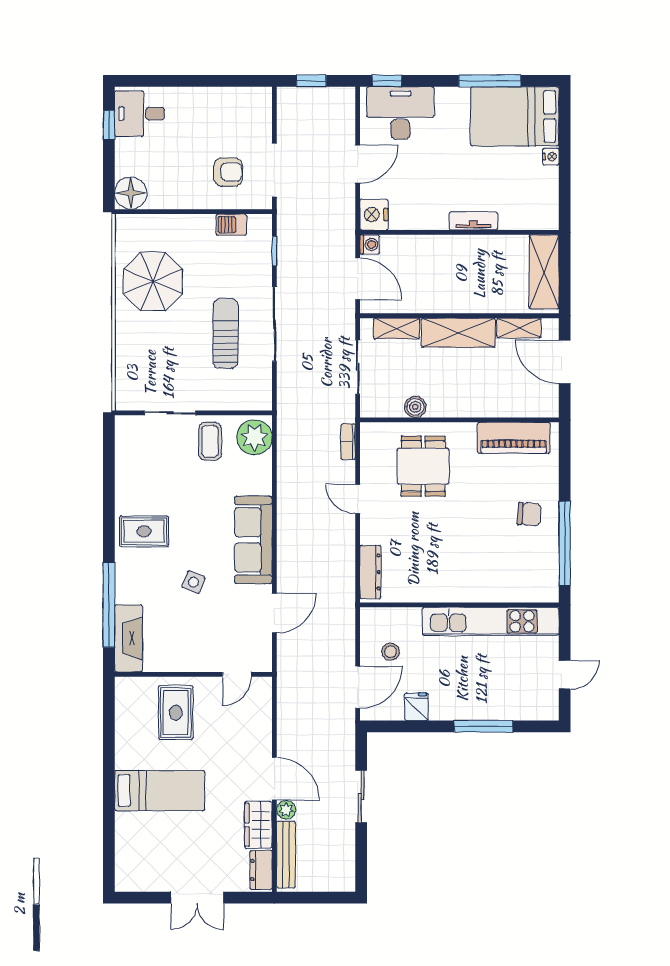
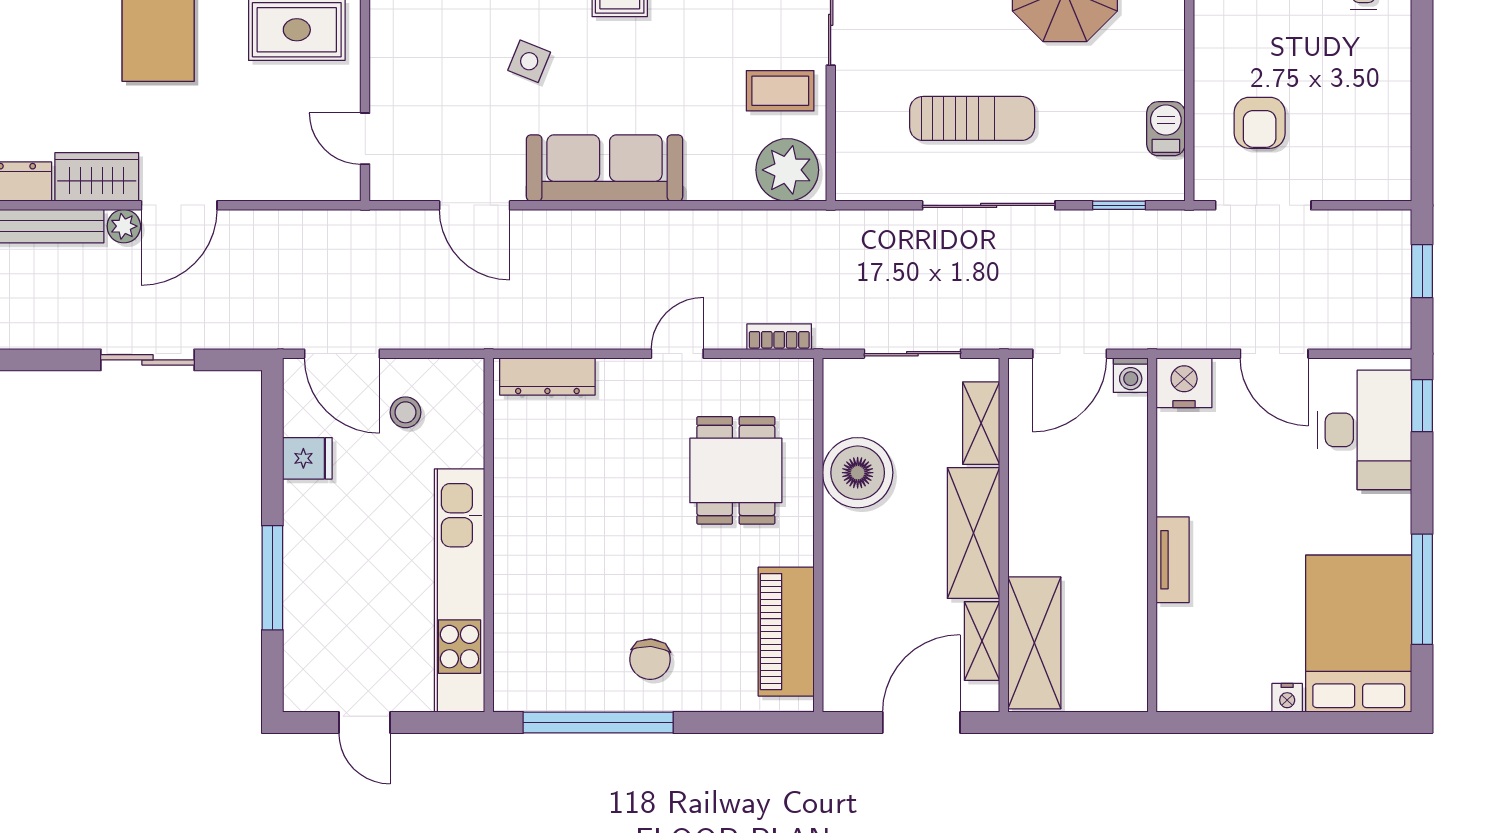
shelving: (544, 272) -> (1034, 643), moved, turned 90
boiler: (415, 407) -> (858, 473), width x1.86, depth x1.86
dining table: (423, 466) -> (736, 470), turned 90

